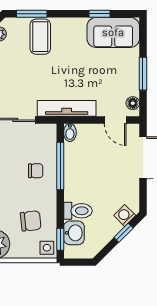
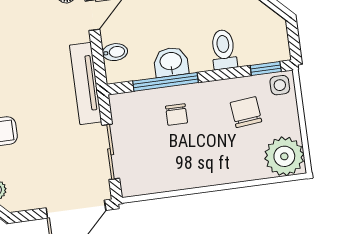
bidet: (70, 133) -> (115, 52), moved
chair: (36, 171) -> (176, 115), turned 180
washbasin: (74, 233) -> (171, 62), moved

